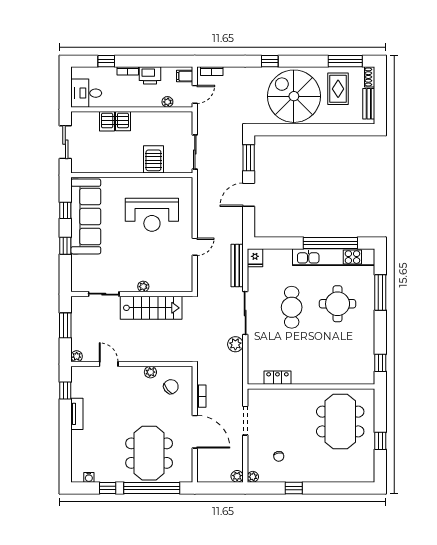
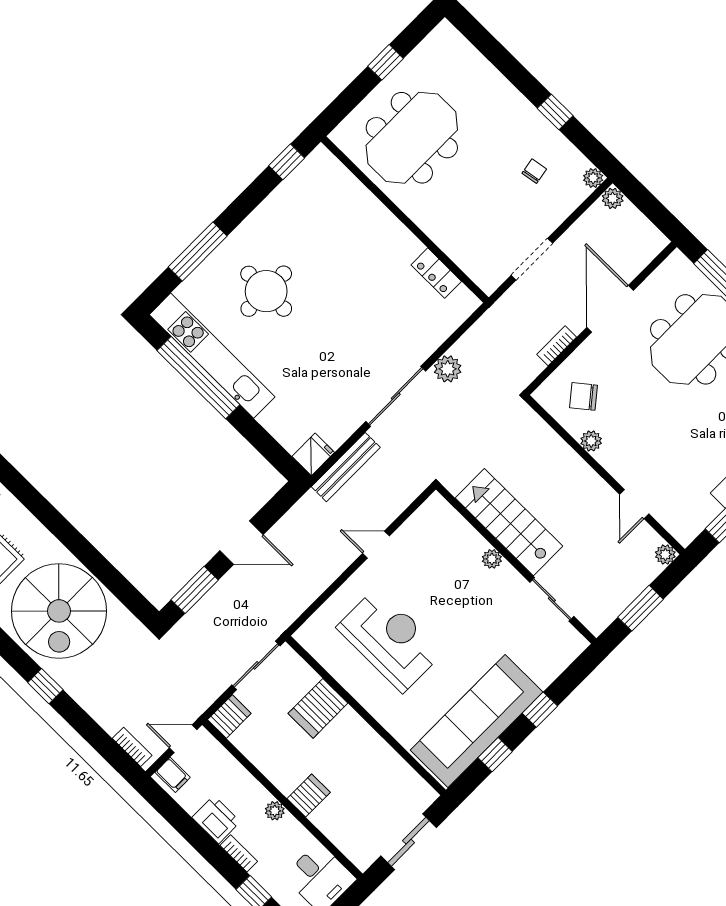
plant: (167, 102) -> (275, 811), moved
server rack: (107, 121) -> (229, 716), moved
cafe table: (292, 307) -> (329, 345), removed

